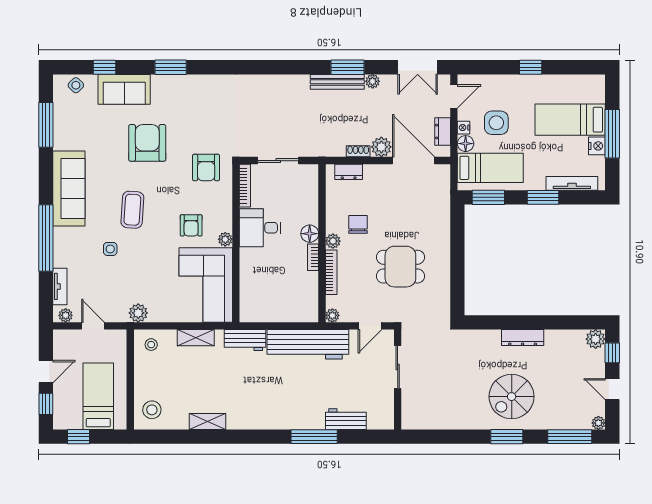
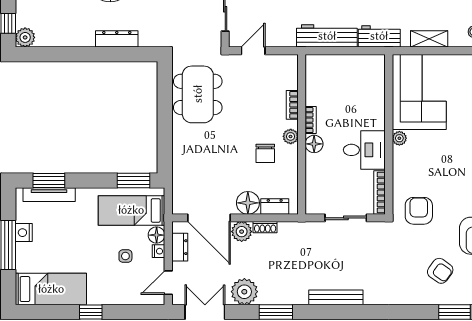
plant: (373, 81) -> (244, 292), width x1.88, depth x1.88
bench: (337, 82) -> (336, 297), moved
bed: (570, 120) -> (51, 289), moved
side table: (496, 123) -> (125, 256), width x0.54, depth x0.54
floor lamp: (375, 175) -> (248, 203), added
window: (543, 197) -> (49, 181), moved
armchair: (191, 225) -> (440, 271), moved, turned 126
dining table: (400, 267) -> (198, 94), moved, width x1.38
bookcase: (331, 272) -> (292, 105), width x0.64
plant: (332, 315) -> (291, 61), removed
dresser: (523, 338) -> (117, 39), moved
workbench: (308, 344) -> (327, 36), width x0.73, depth x0.76

